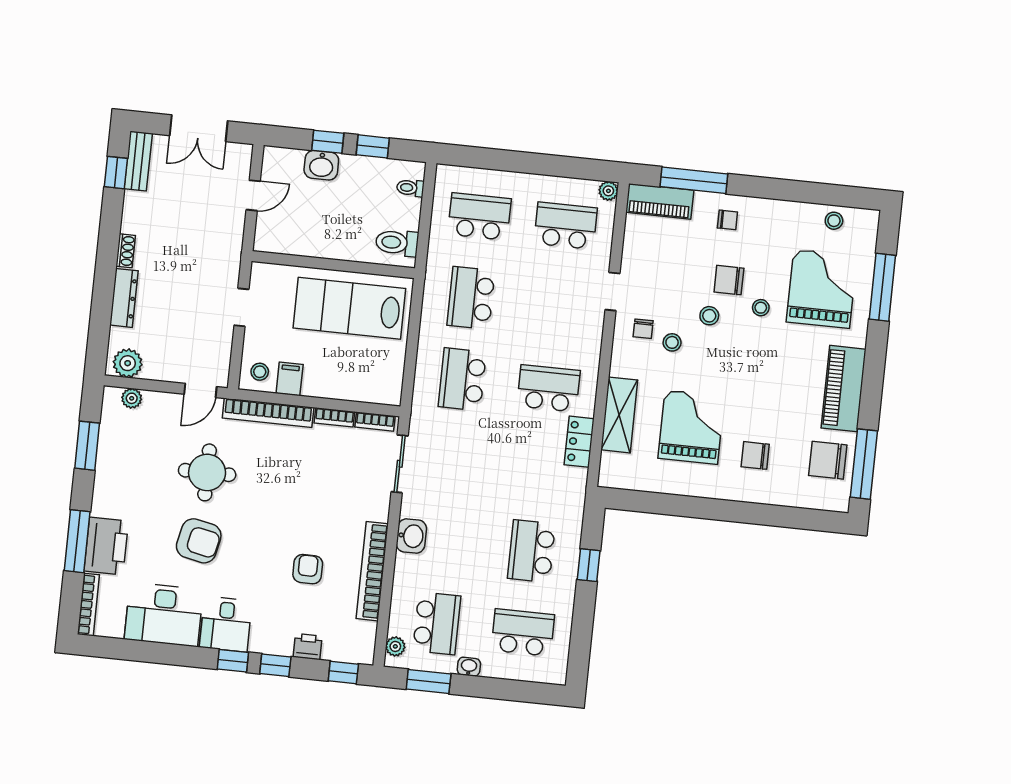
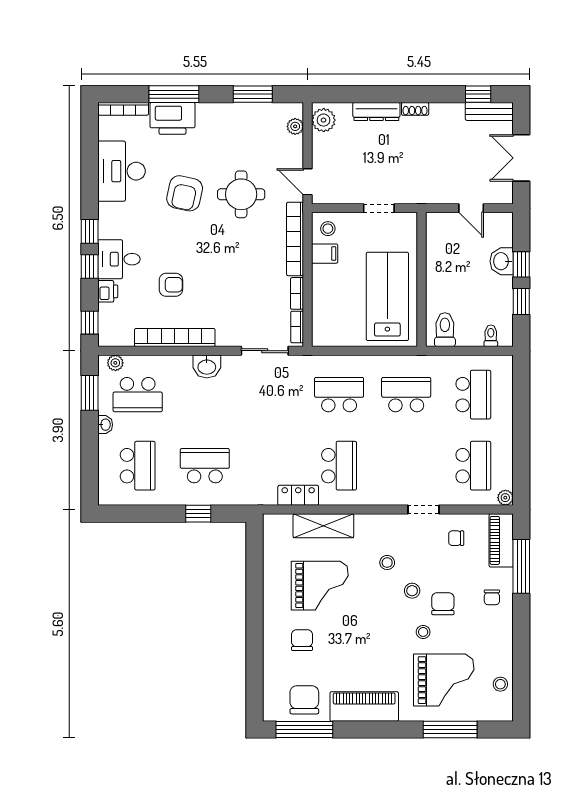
chair: (643, 329) -> (456, 538), moved
desk: (226, 624) -> (119, 259), moved

